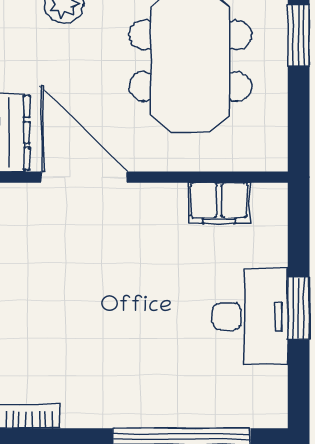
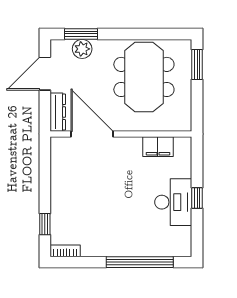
window: (299, 308) -> (197, 198), width x0.67

